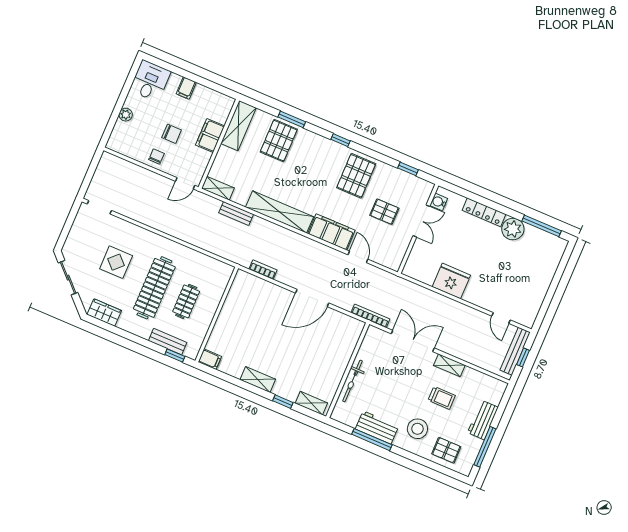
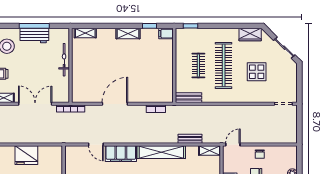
double door: (413, 341) -> (35, 104), swing flipped
bench: (168, 342) -> (188, 98), moved
window: (283, 402) -> (150, 26), moved

